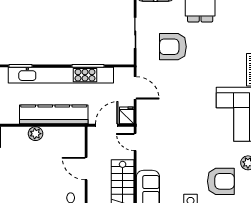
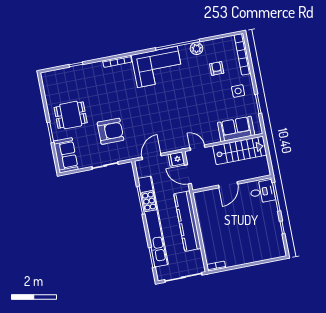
armchair: (173, 47) -> (110, 131), turned -90
plant: (36, 134) -> (207, 233), removed
door: (135, 142) -> (198, 148), swing flipped
armchair: (221, 181) -> (217, 68), width x0.53, depth x0.53

